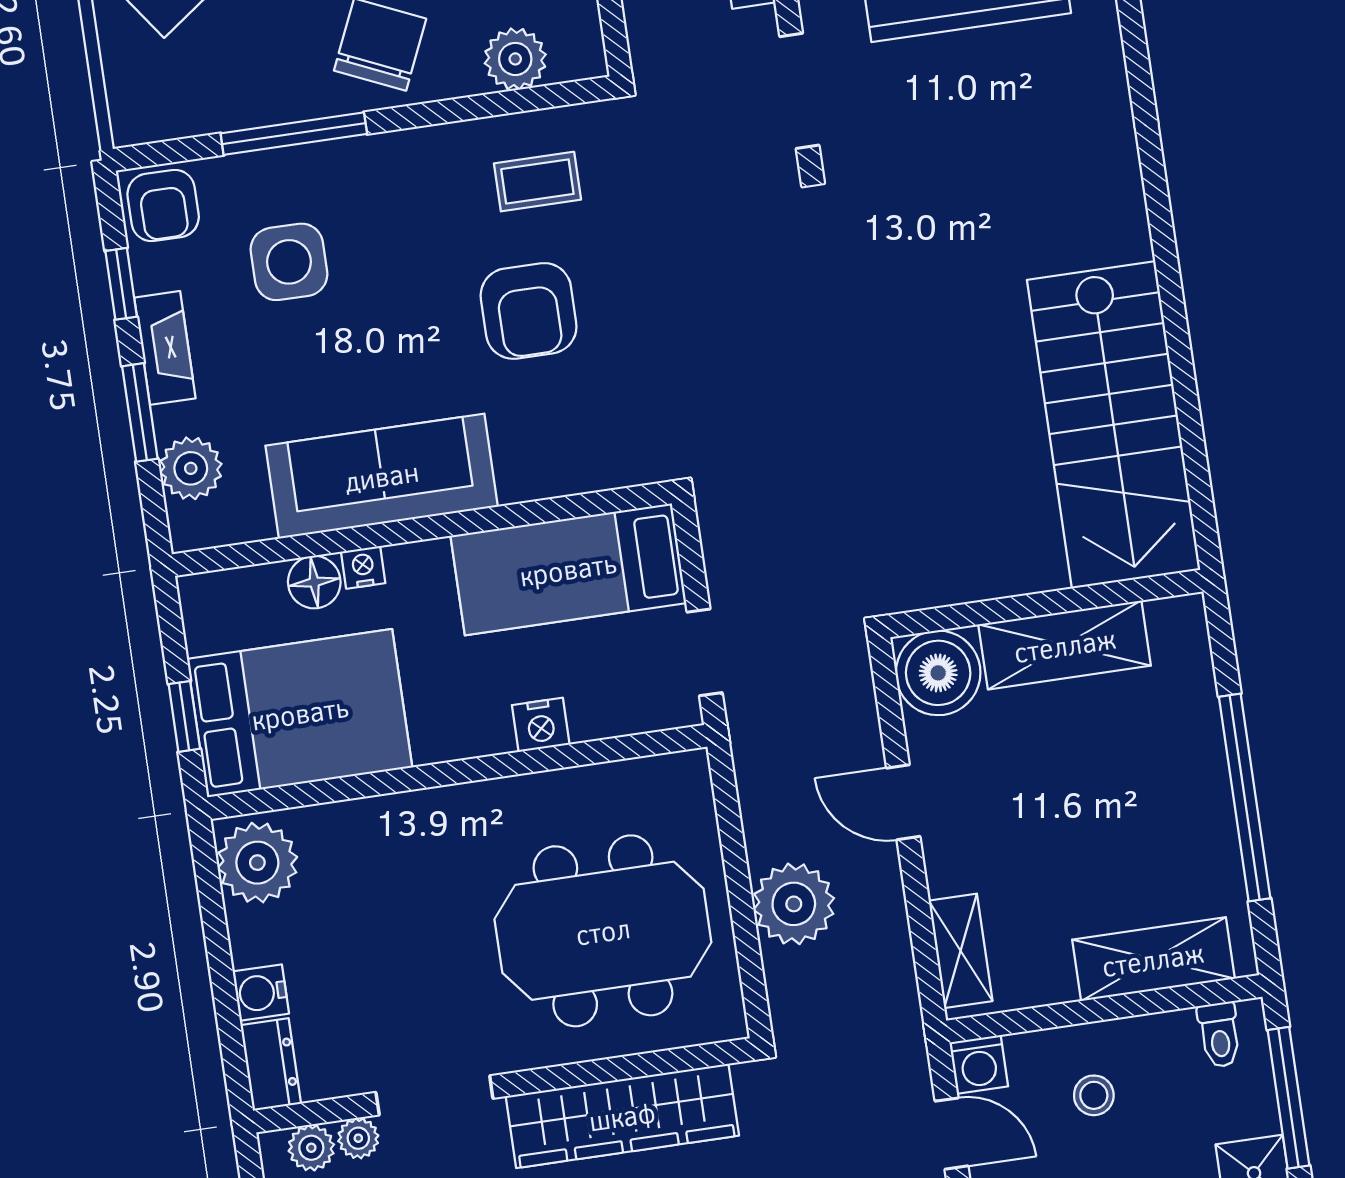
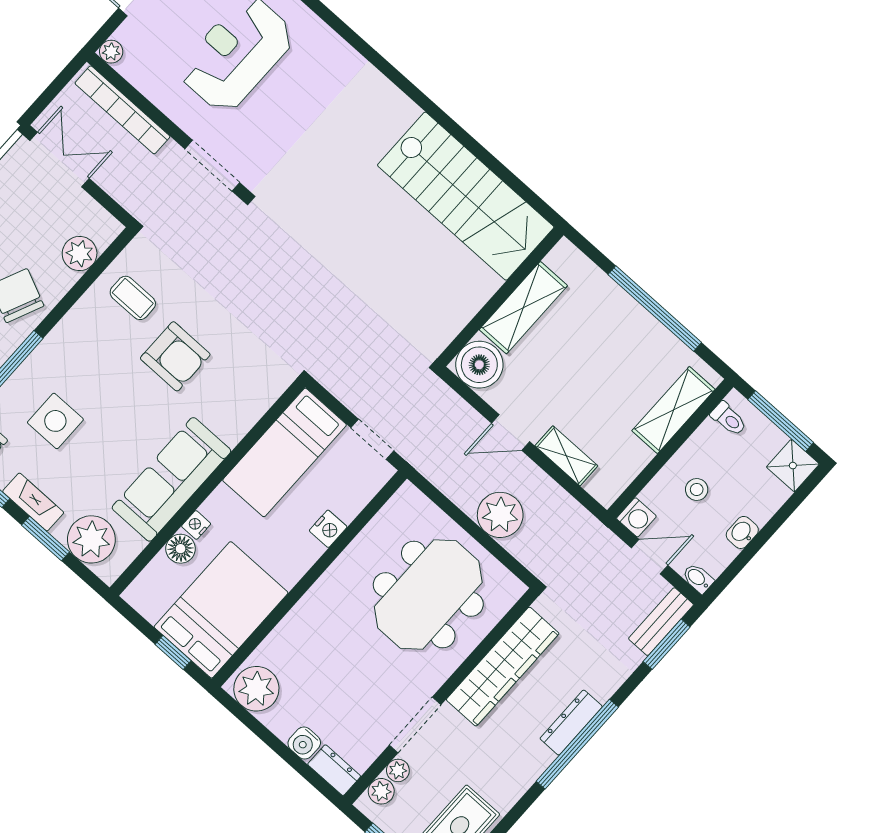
coffee table: (537, 182) -> (133, 298), turned 90
plant: (191, 468) -> (91, 539), width x1.36, depth x1.36
shelving: (961, 951) -> (566, 456), moved

